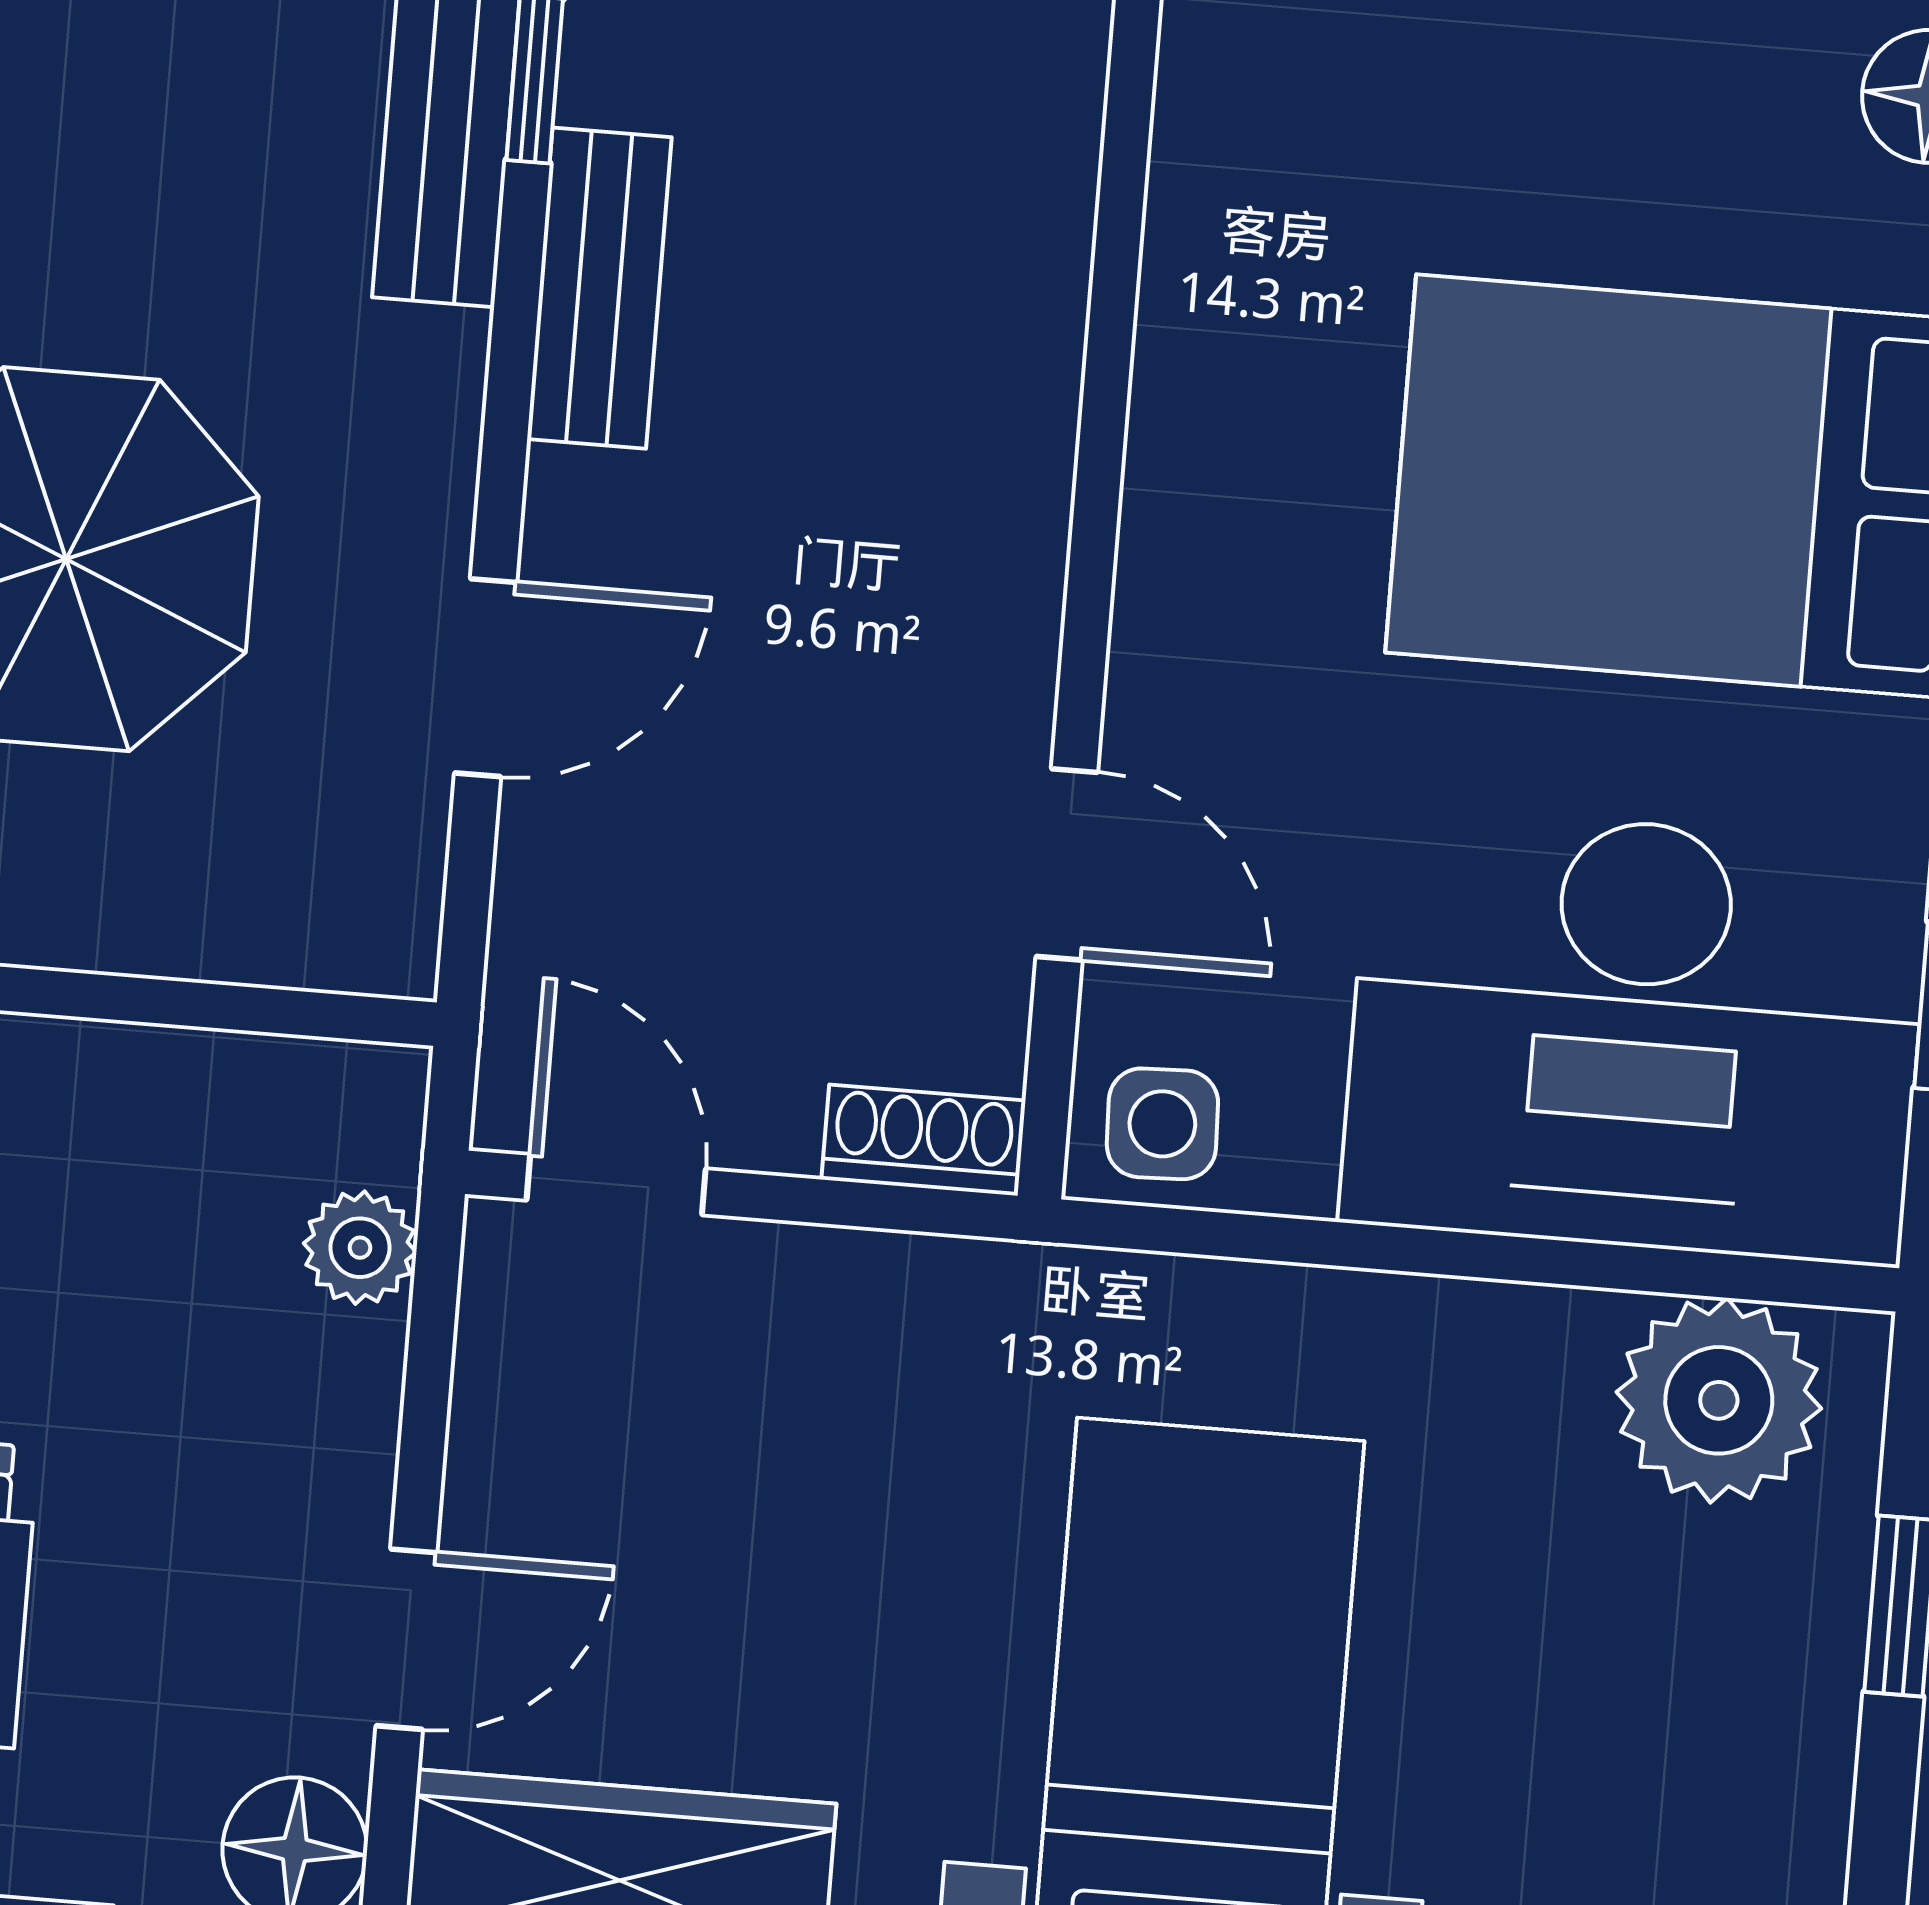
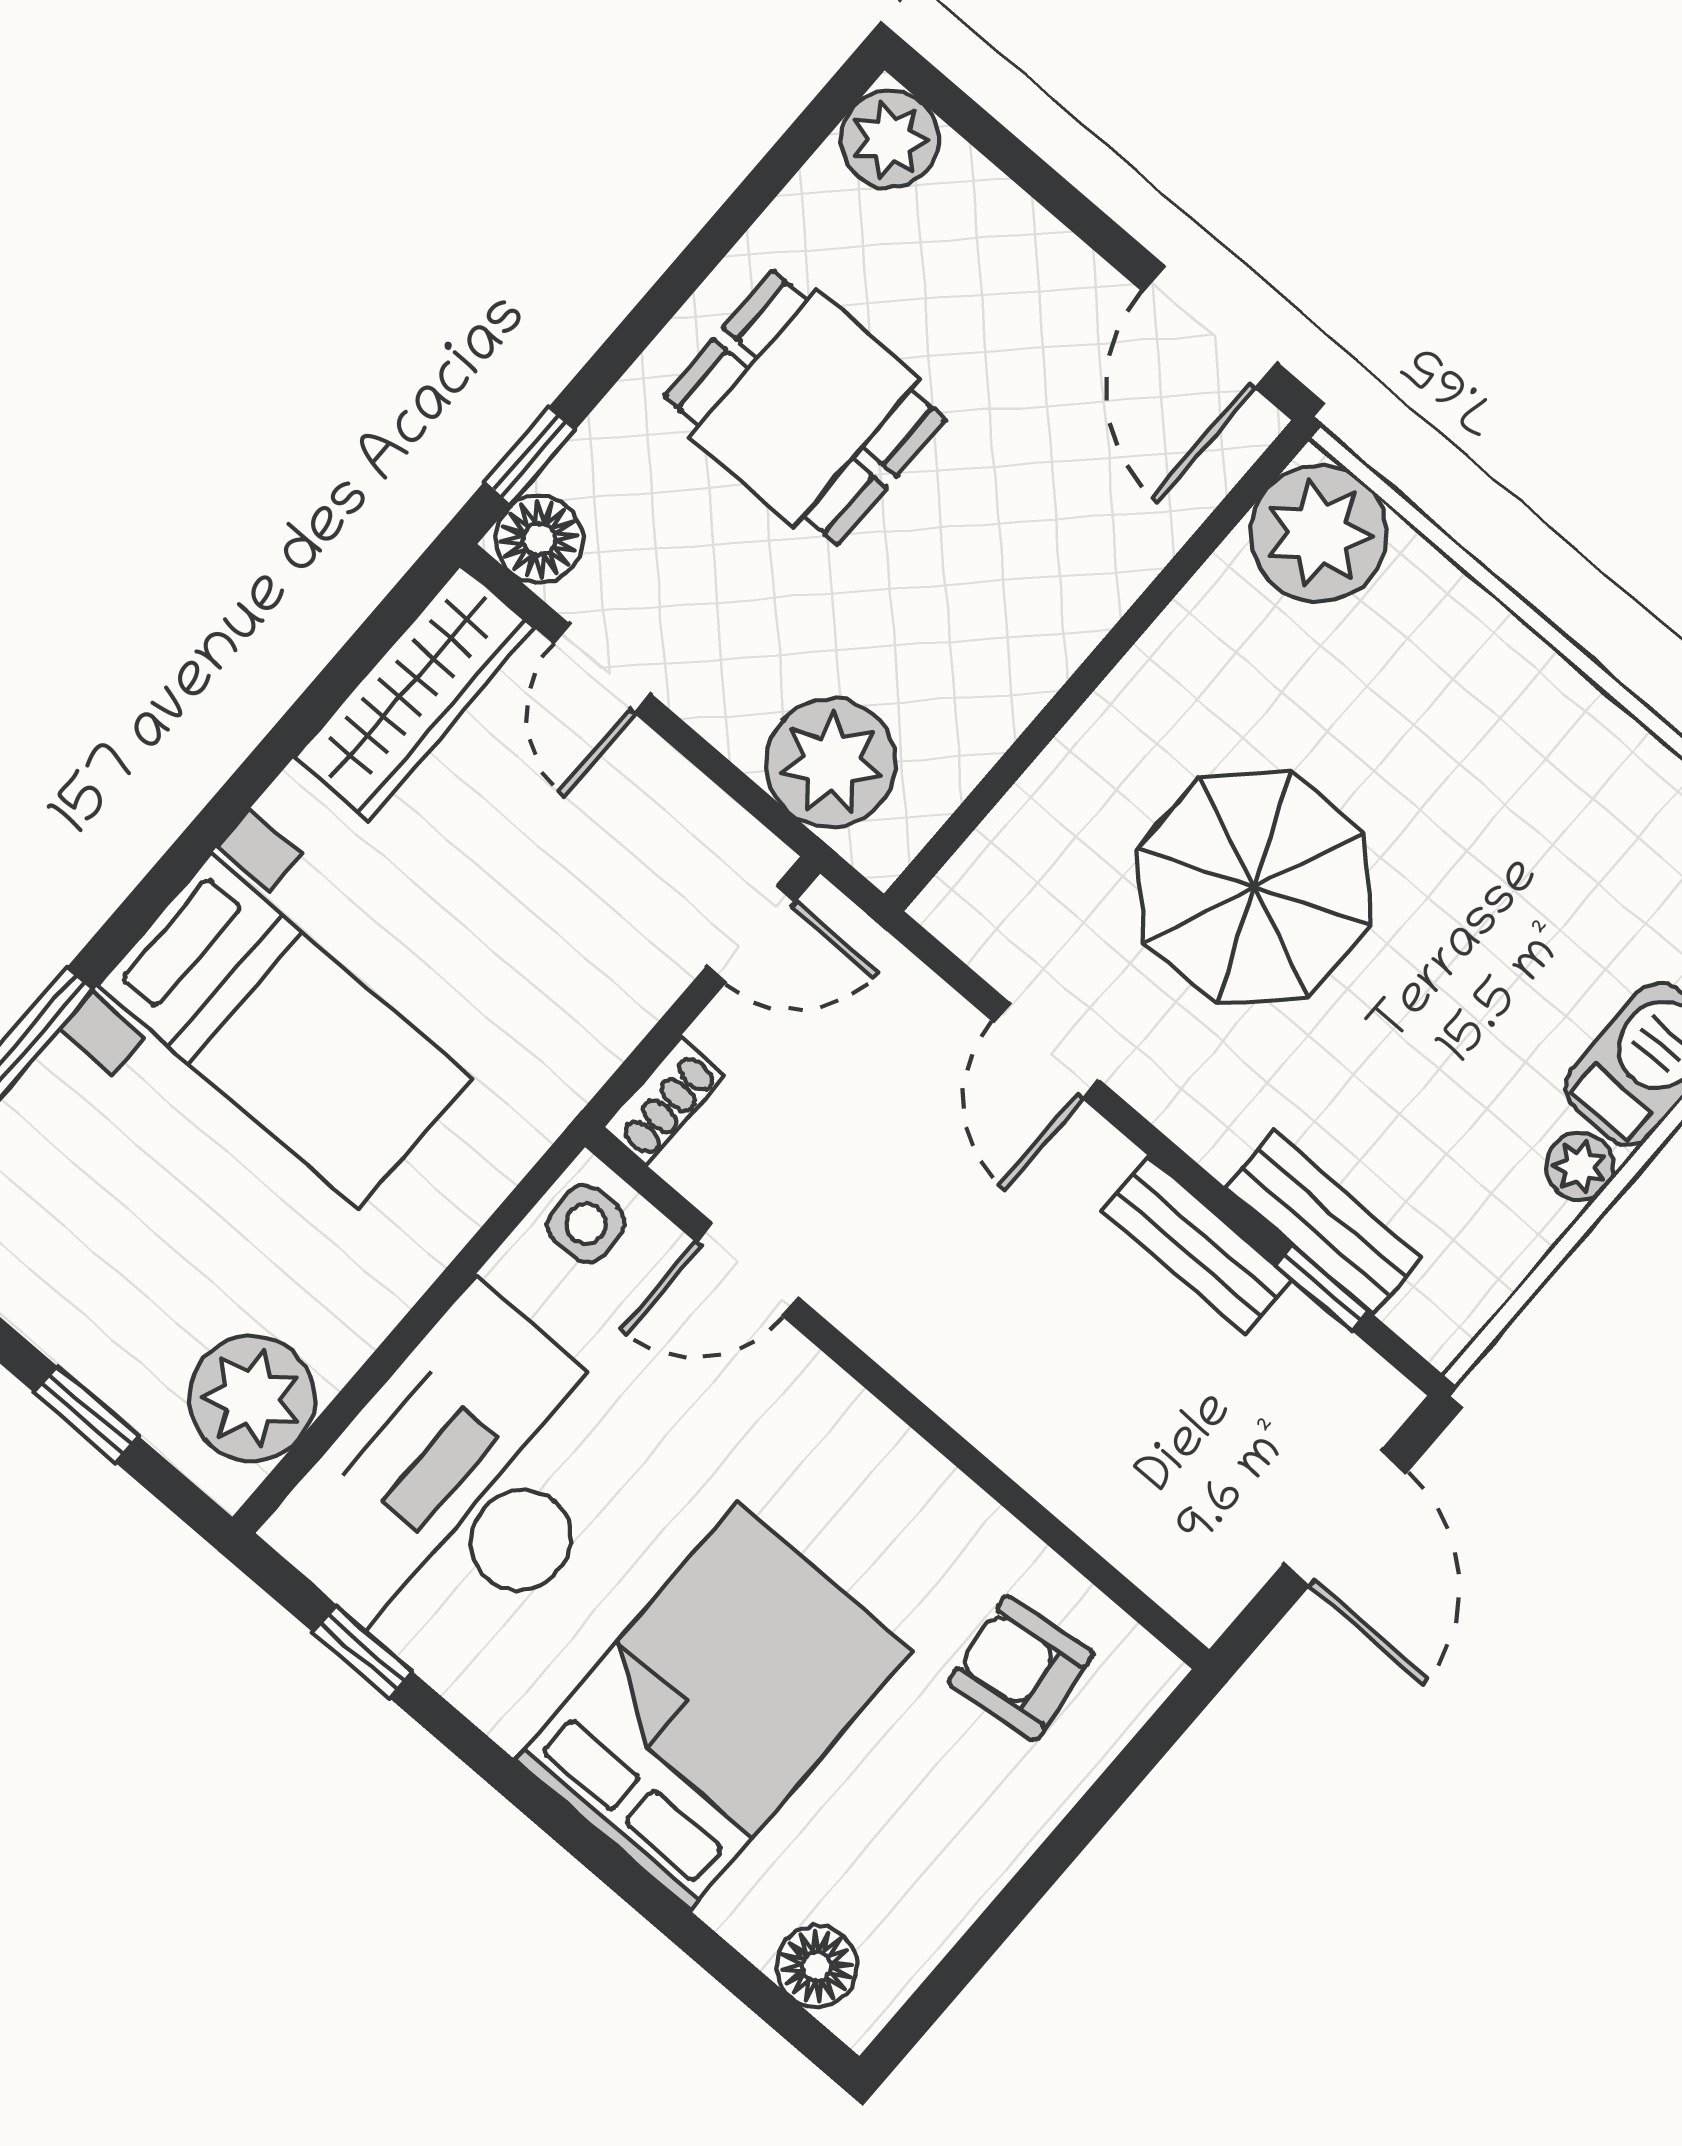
armchair: (1333, 114) -> (1021, 1668), added
plant: (360, 1248) -> (831, 763), width x1.88, depth x1.88

